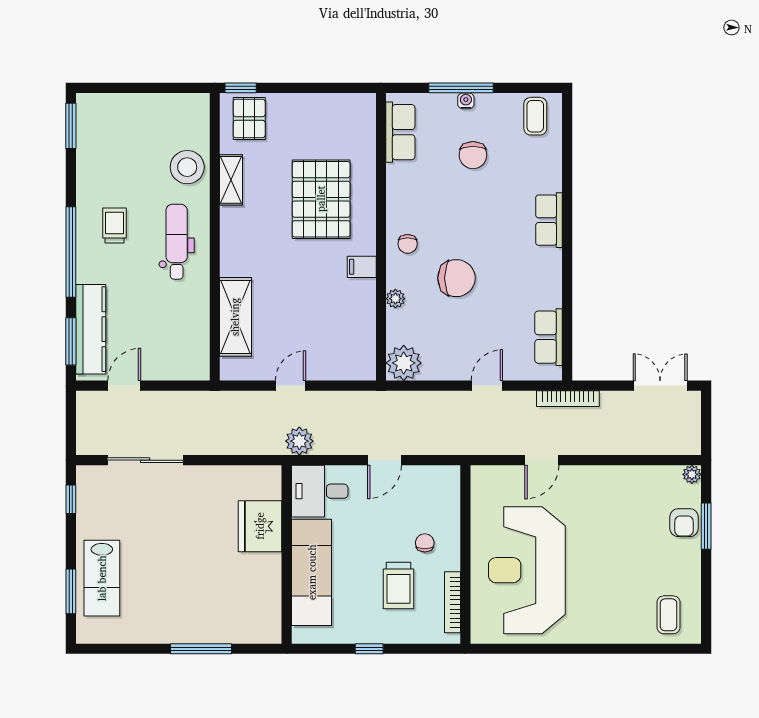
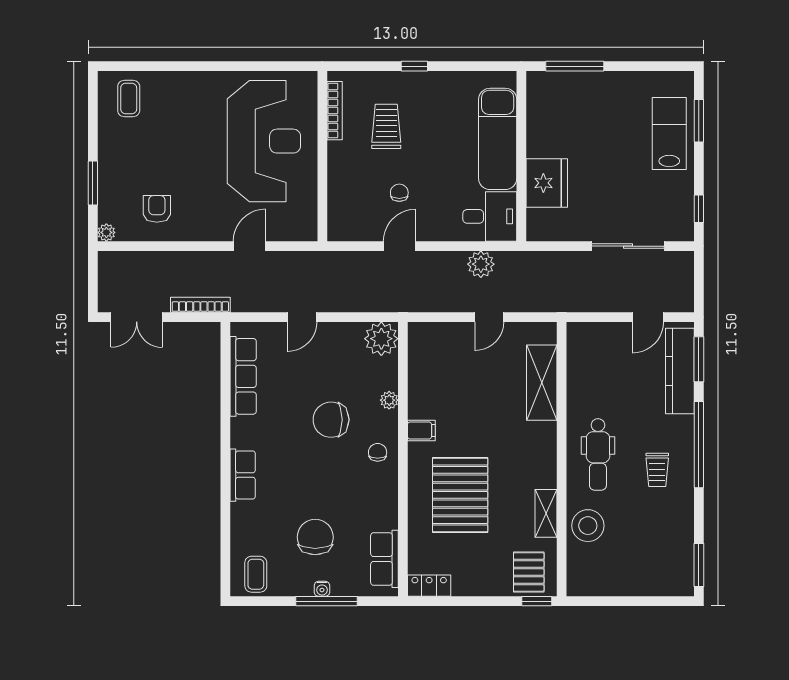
locker: (354, 104) -> (429, 586), added
chair: (473, 155) -> (315, 537), width x1.37, depth x1.37
row of seats: (549, 337) -> (243, 376), width x1.48
bookcase: (568, 399) -> (200, 305), moved
desk: (320, 491) -> (490, 216), moved
armchair: (684, 523) -> (157, 209), moved
fridge: (260, 526) -> (547, 183), moved
chair: (425, 543) -> (399, 193), moved, turned 180
wall: (287, 554) -> (521, 156), moved
exam couch: (312, 572) -> (498, 139), moved

